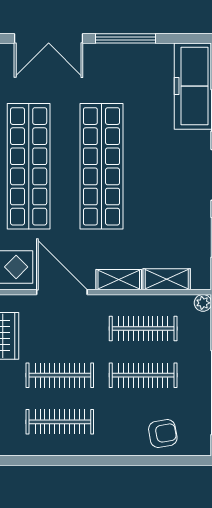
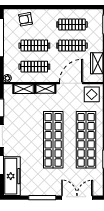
door: (62, 292) -> (71, 83), swing flipped

